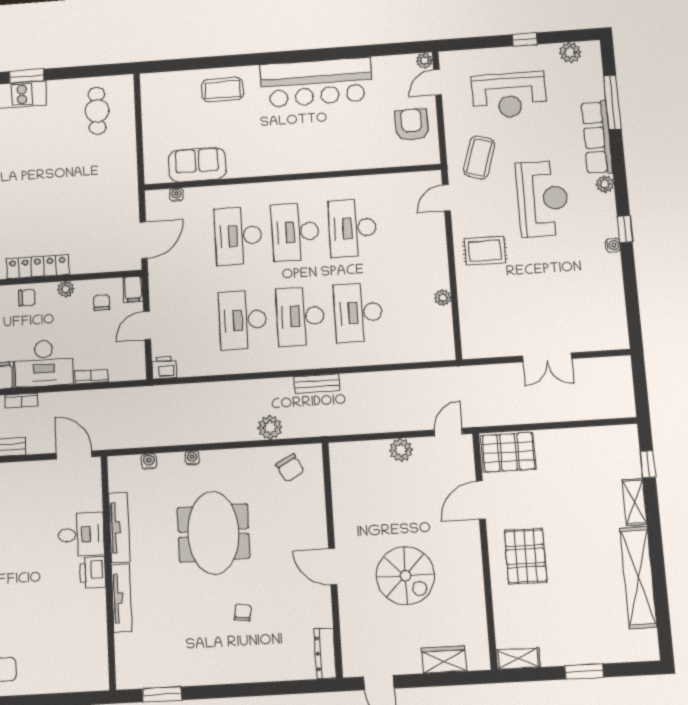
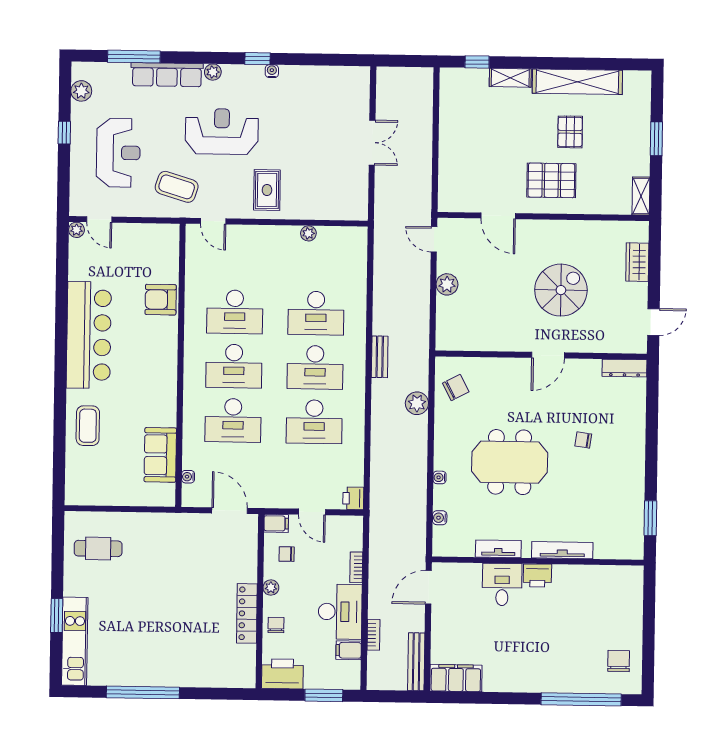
armchair: (411, 125) -> (161, 300), moved
pallet: (508, 452) -> (570, 132), moved, width x0.67, depth x0.71
tv unit: (119, 527) -> (498, 549), width x0.71

